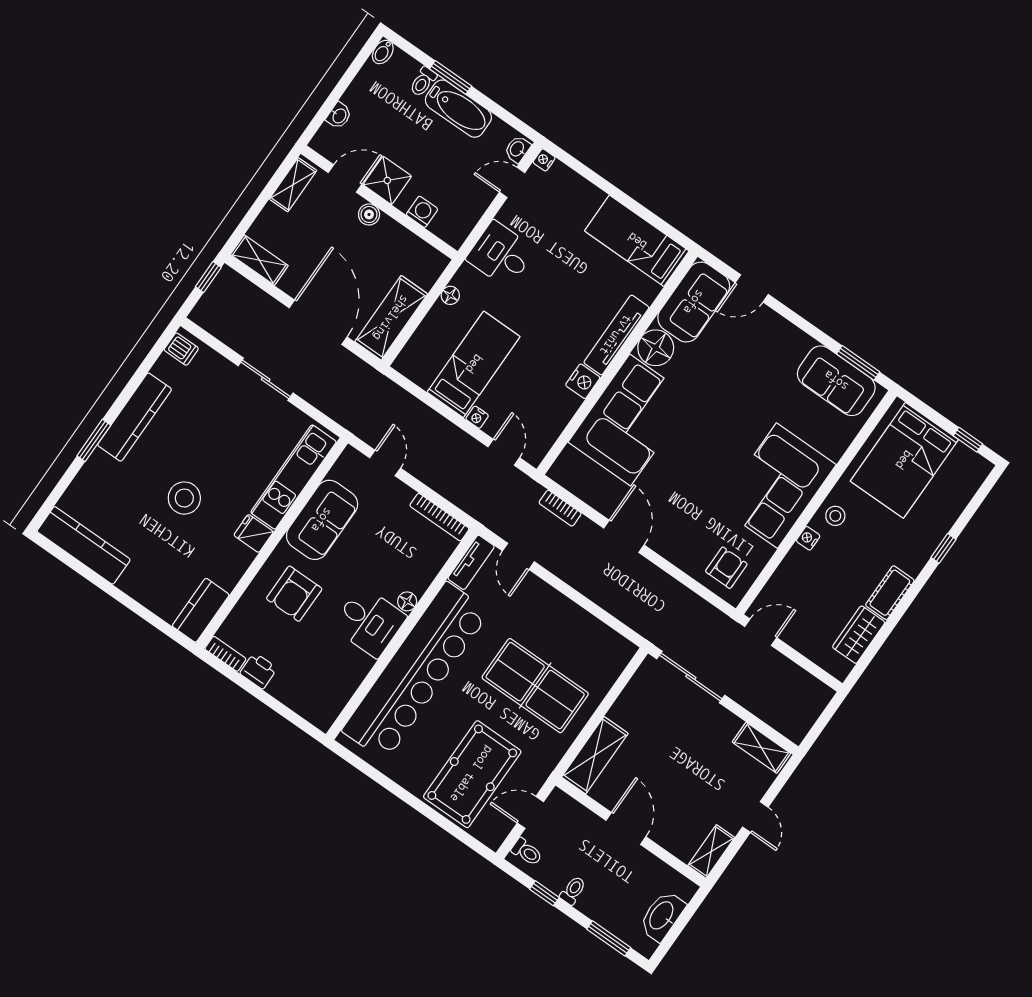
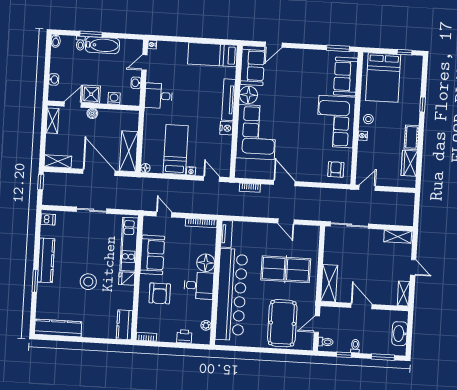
washbasin: (517, 149) -> (136, 83), moved
floor lamp: (450, 295) -> (145, 168), moved
sofa: (836, 381) -> (346, 76), moved, turned 90
door: (518, 556) -> (286, 221), moved
floor lamp: (407, 601) -> (206, 263), width x1.89, depth x1.89
printer: (258, 671) -> (184, 336), moved
plant: (339, 697) -> (206, 325), added

